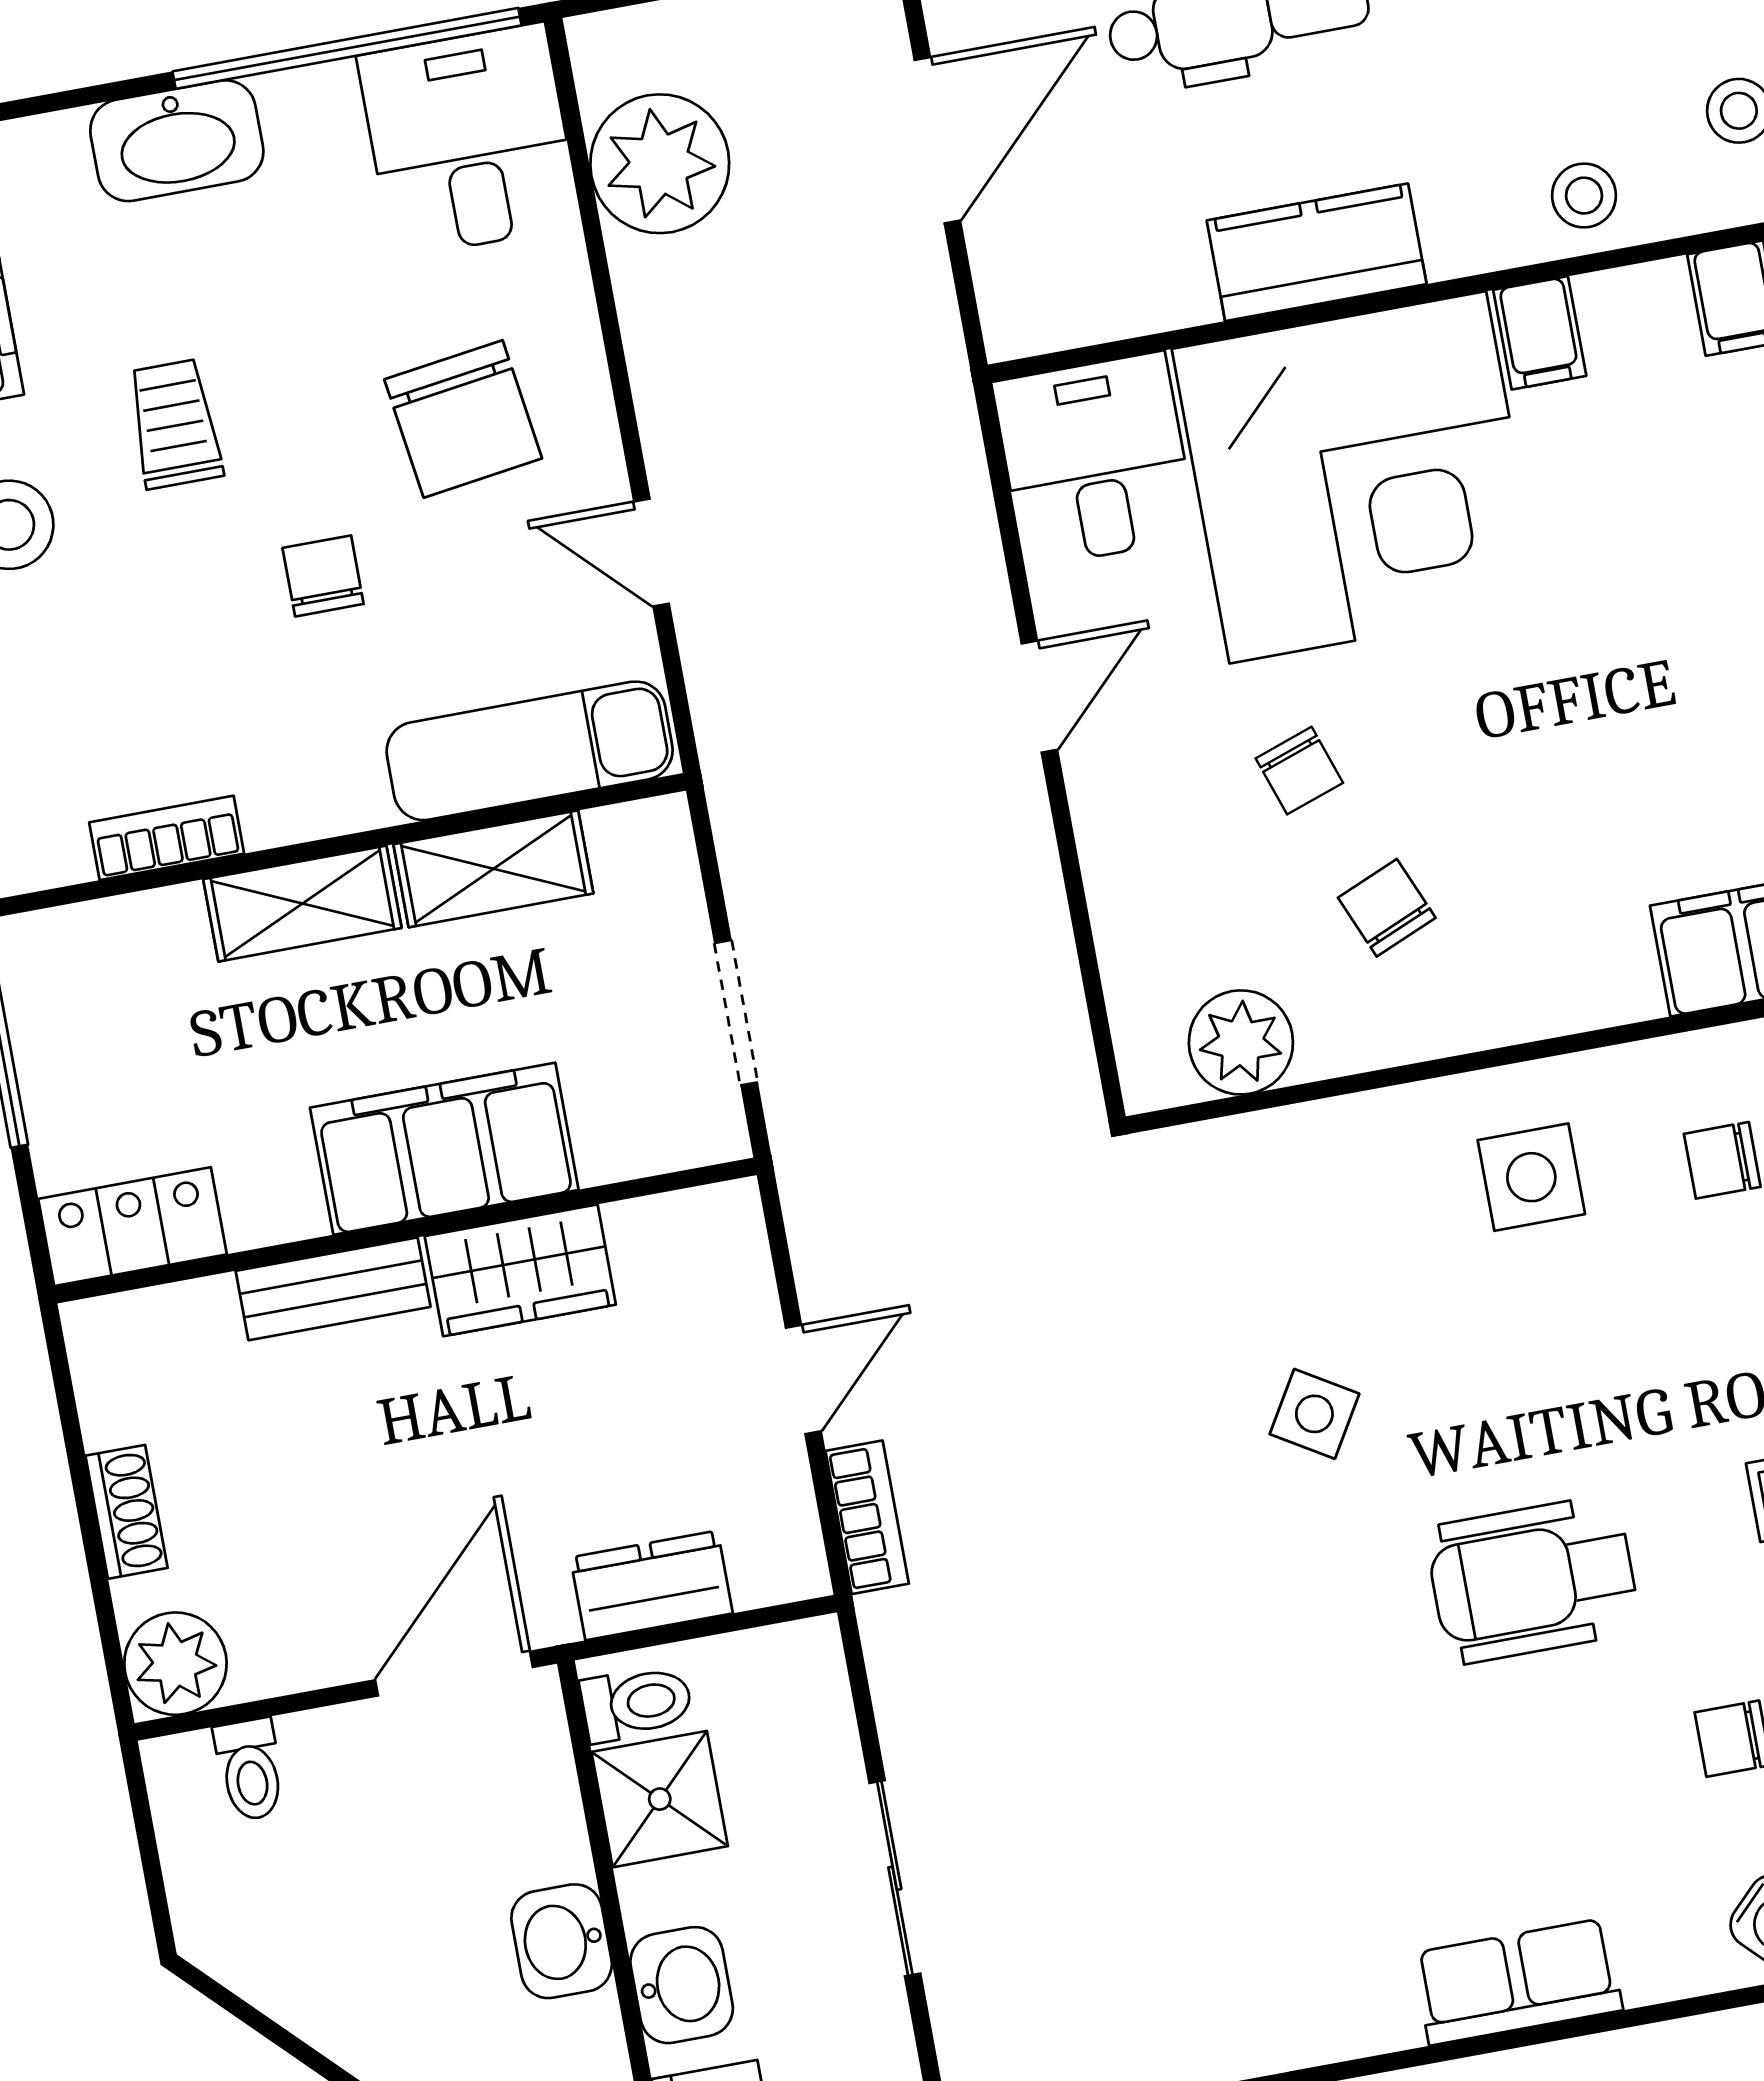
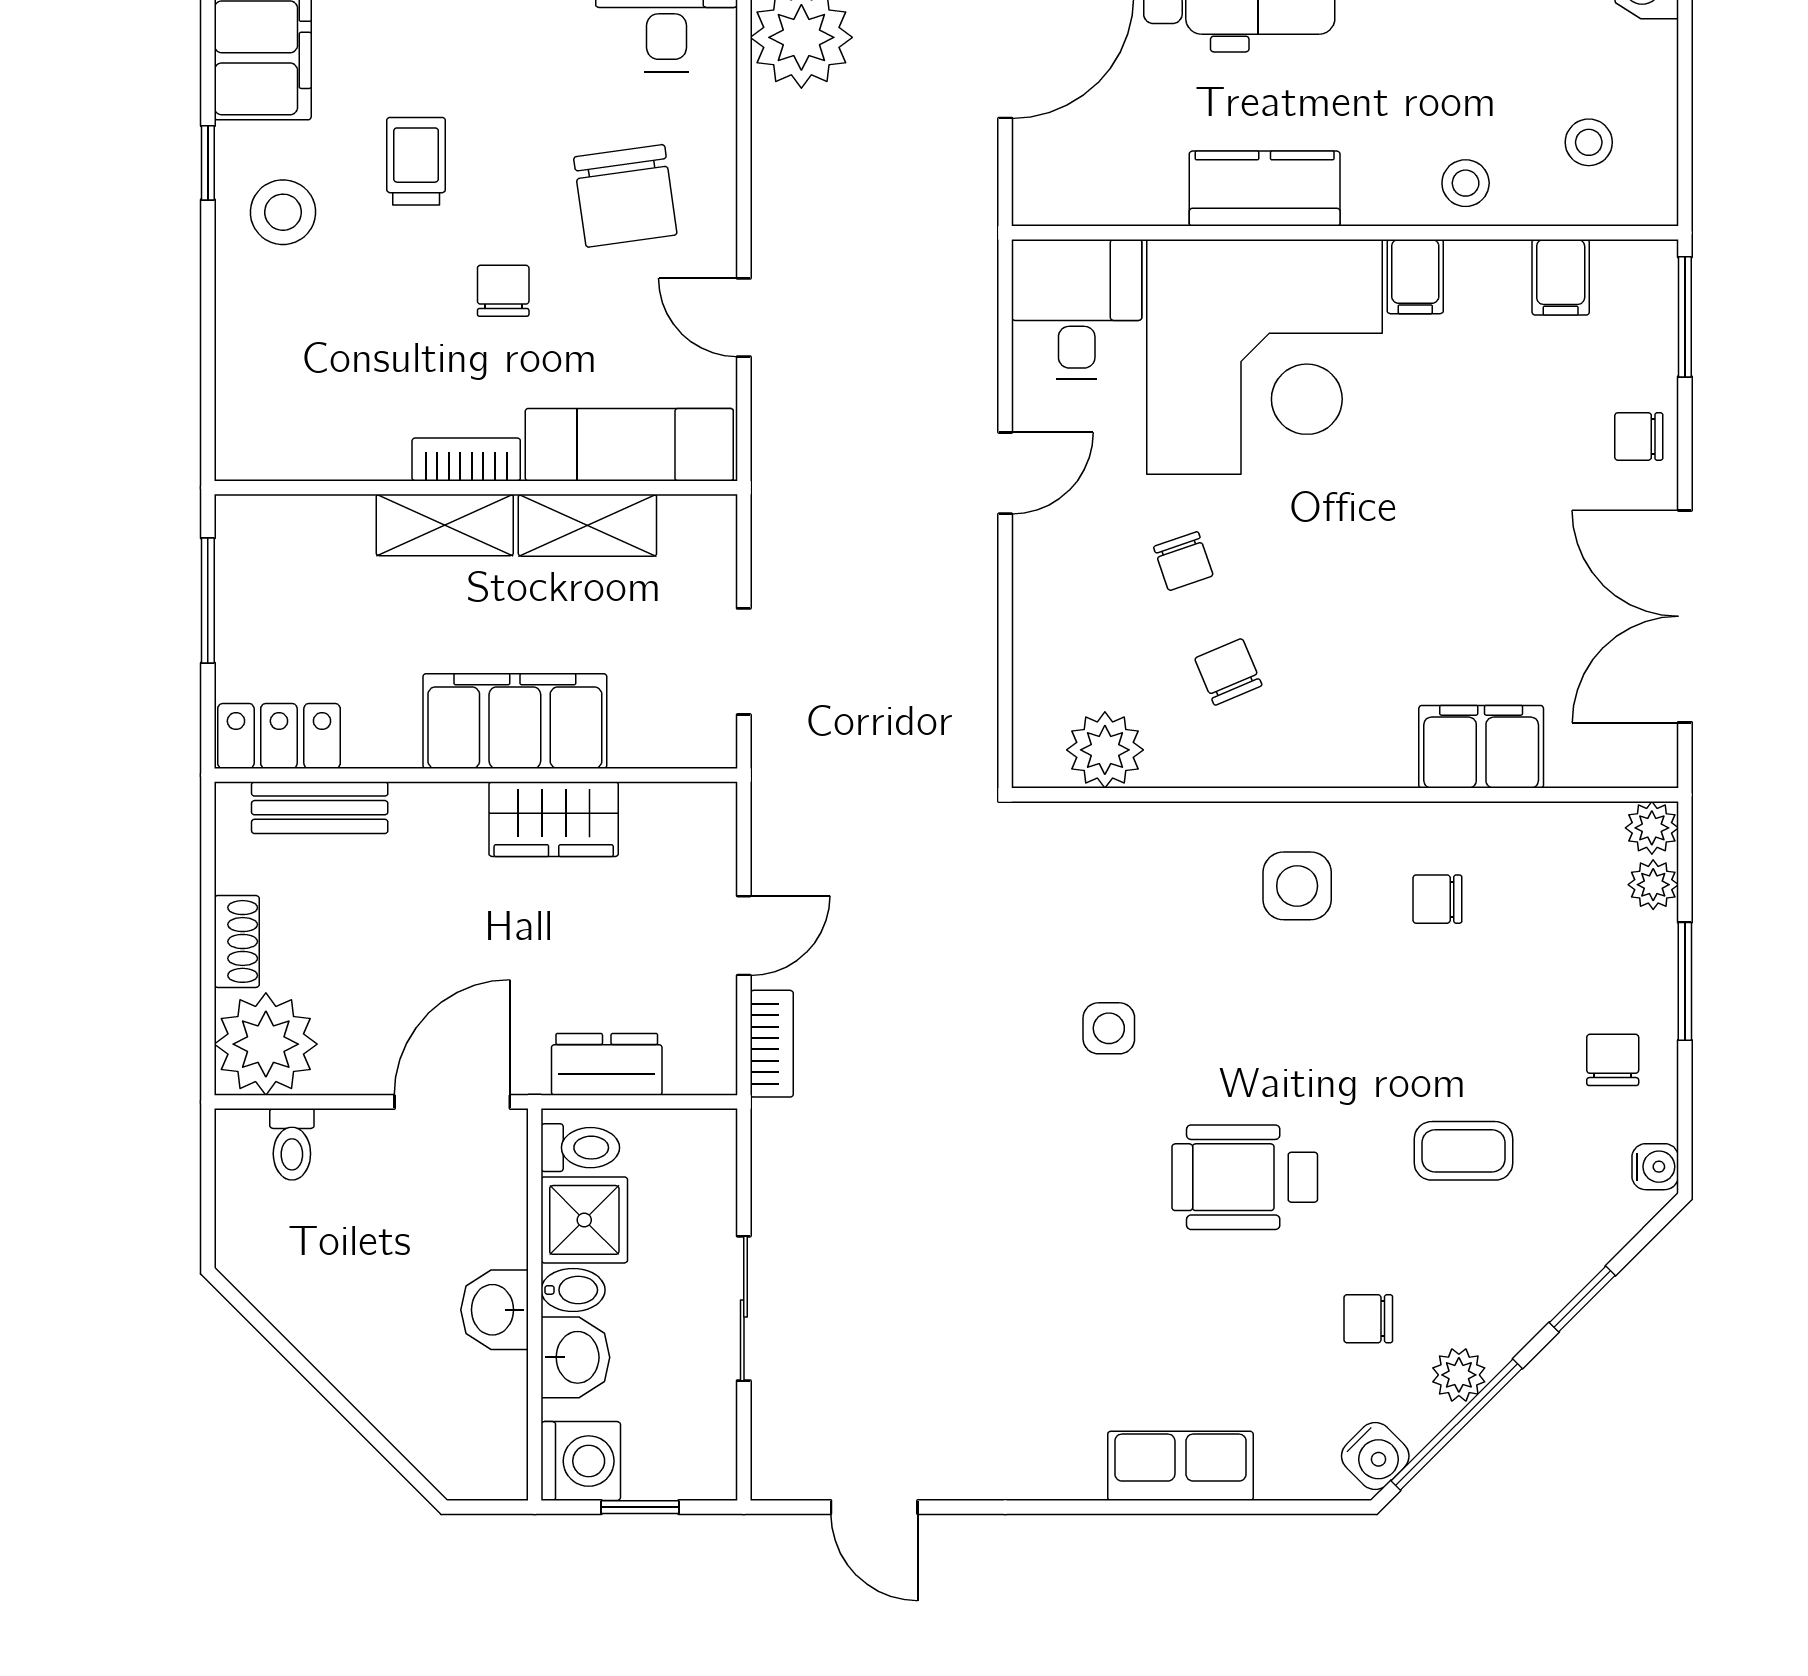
bookcase: (167, 838) -> (466, 459), moved
bench: (333, 1289) -> (320, 808), moved
side table: (1314, 1414) -> (1109, 1028), turned -31
plant: (175, 1664) -> (266, 1044), width x1.36, depth x1.36
bidet: (662, 1895) -> (573, 1290), added

